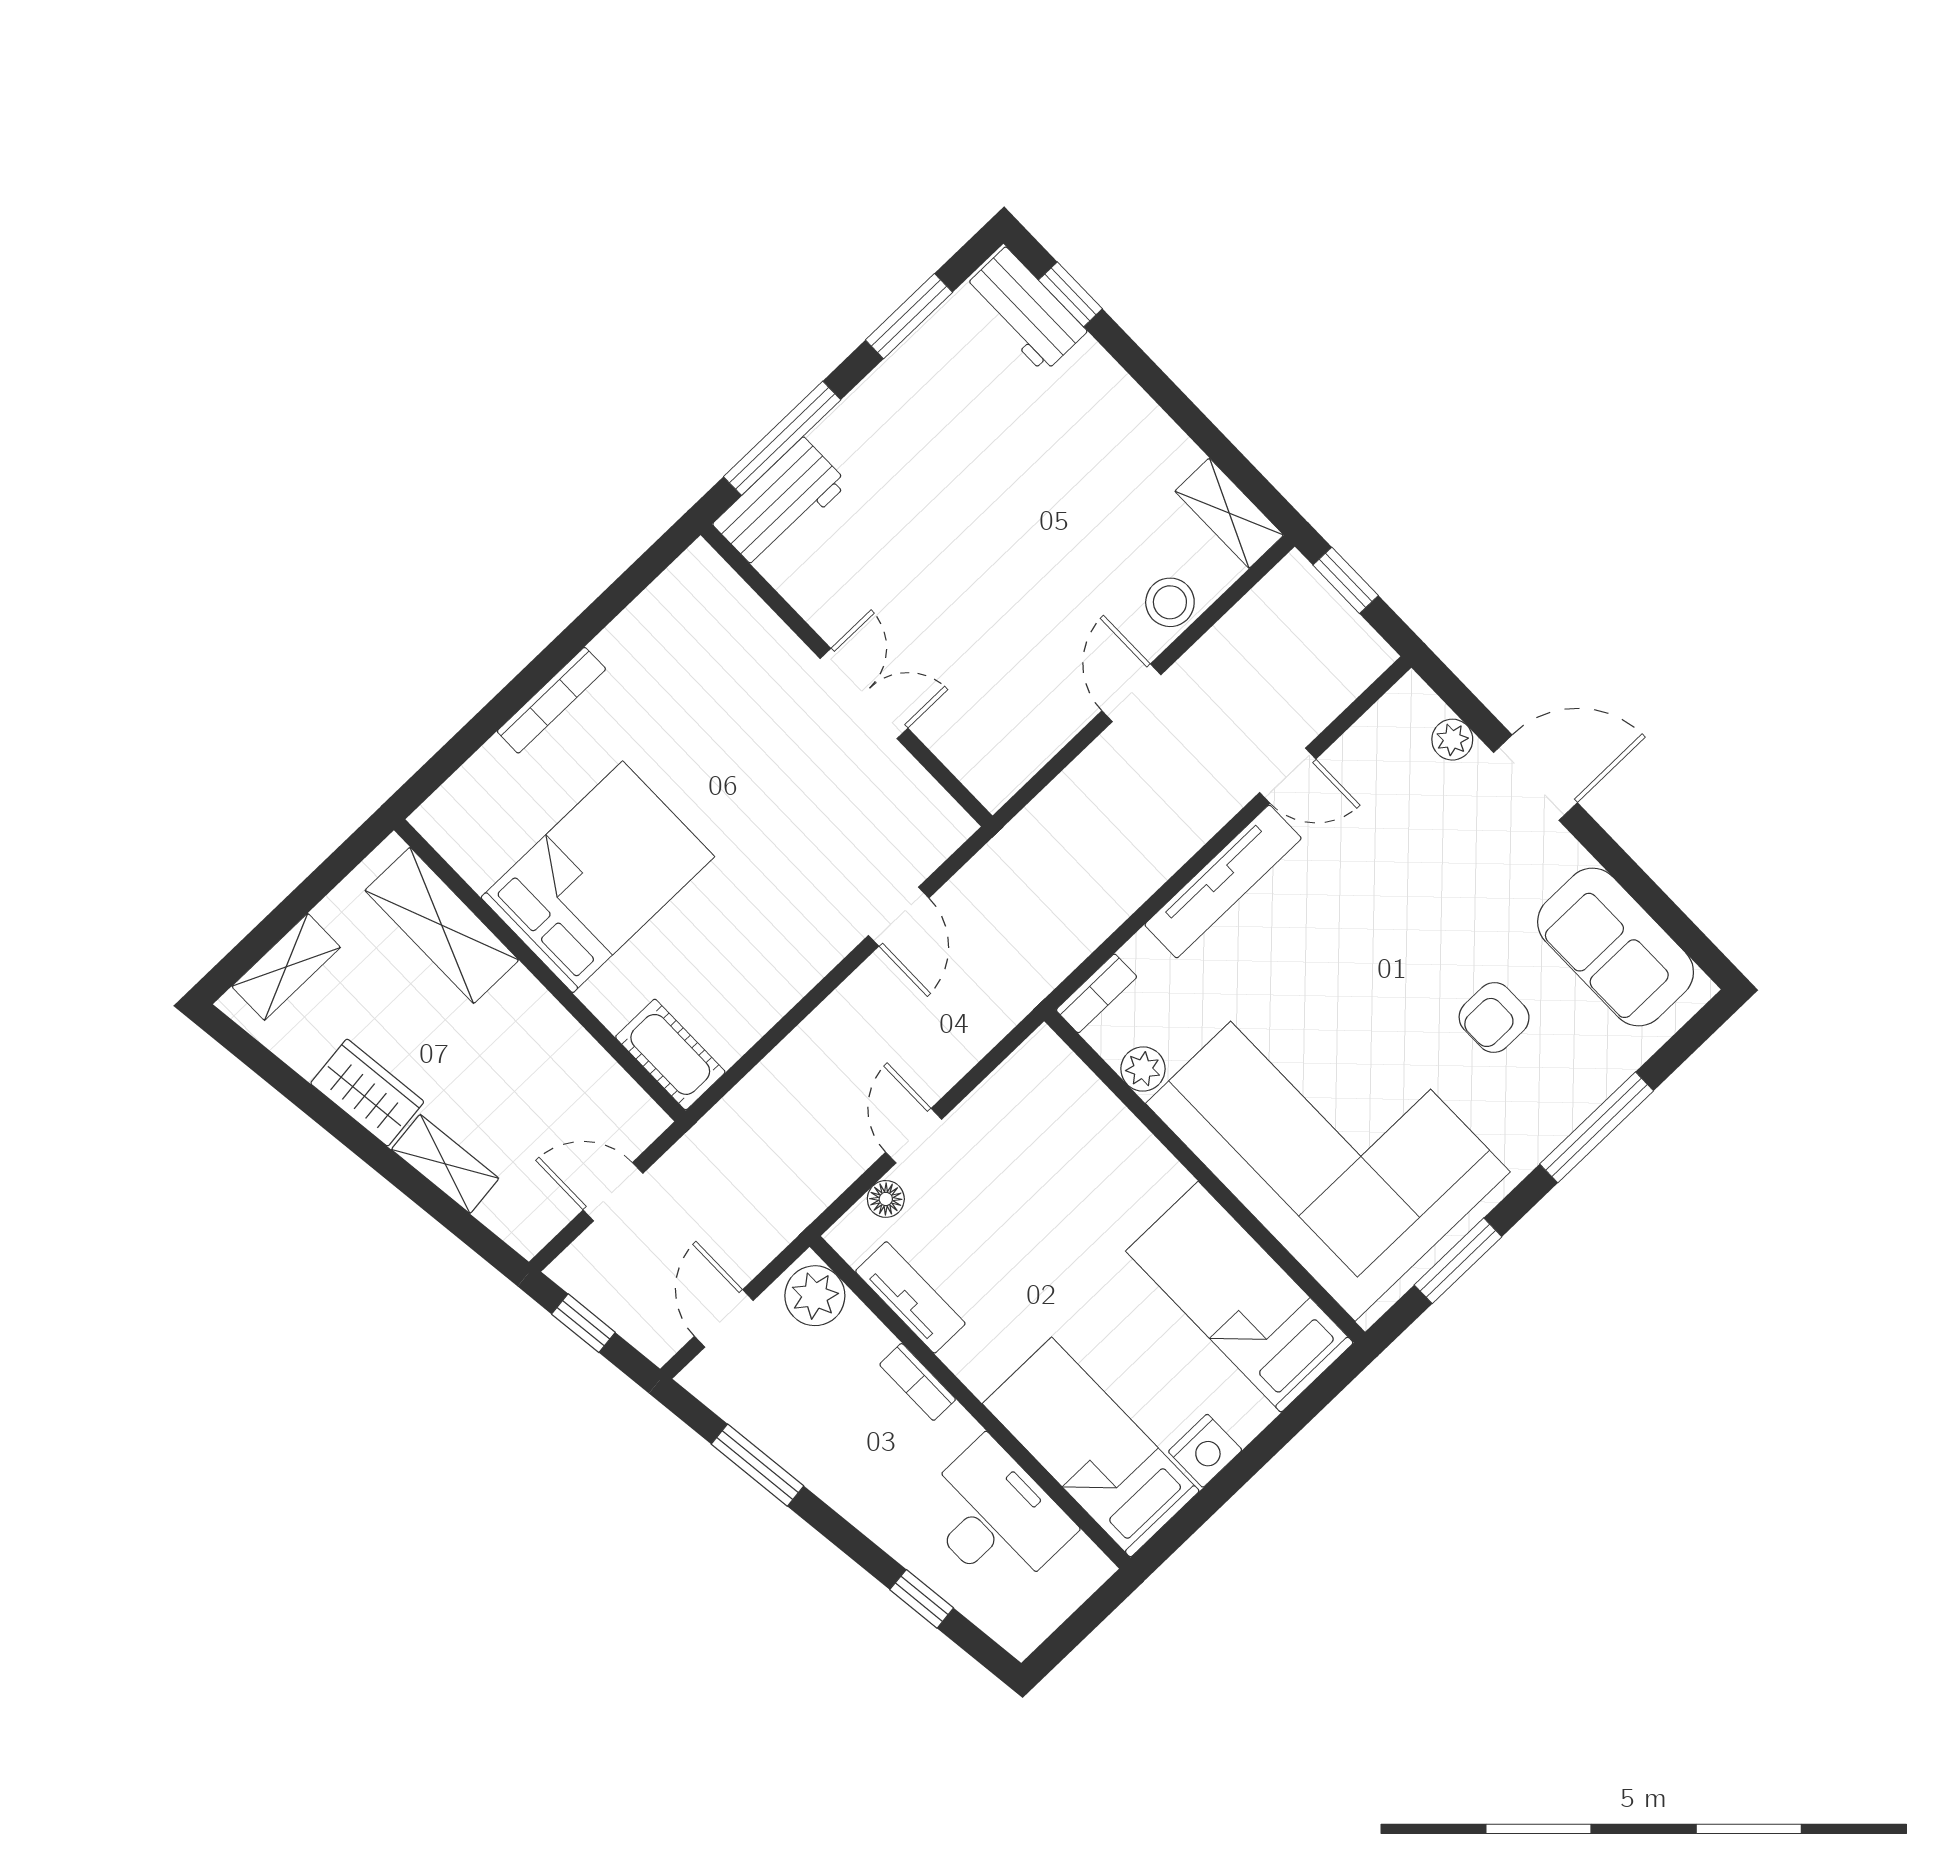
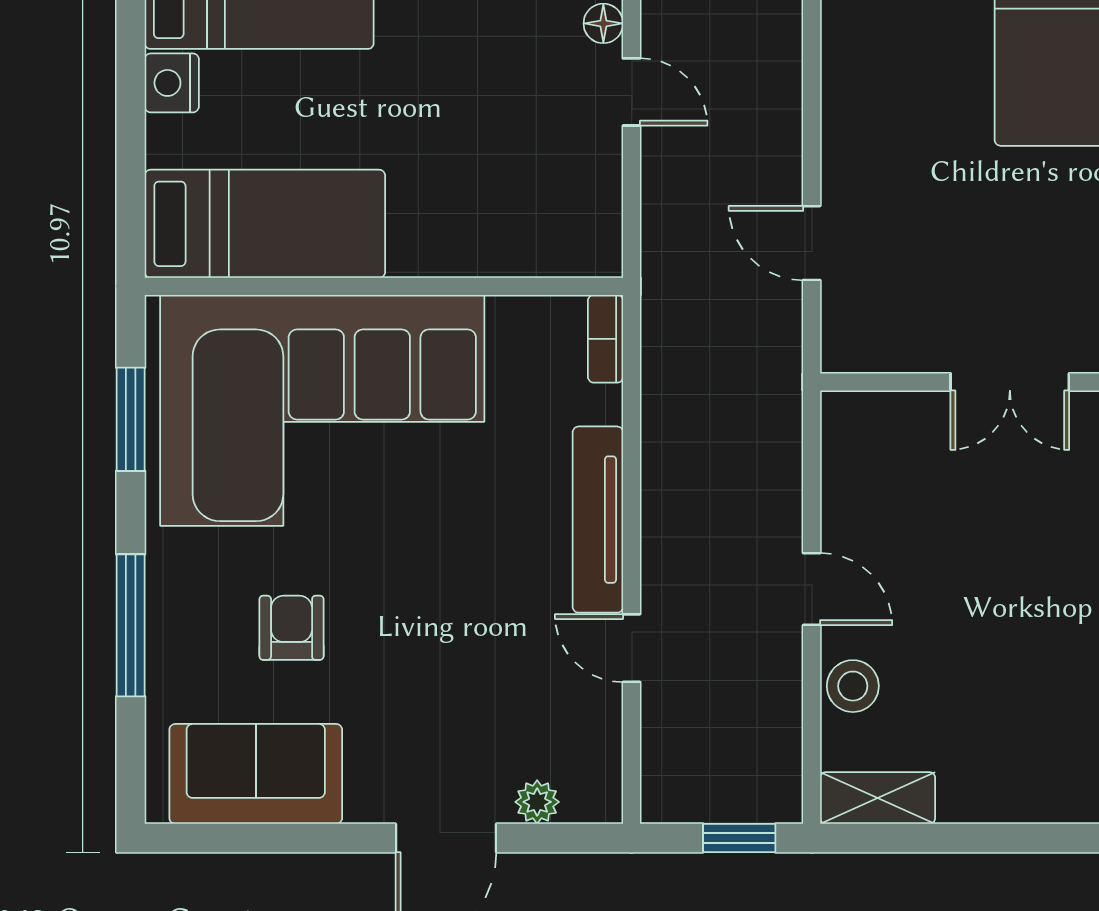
door: (1288, 776) -> (632, 648), hinge flipped
plant: (1143, 1069) -> (513, 318), removed

